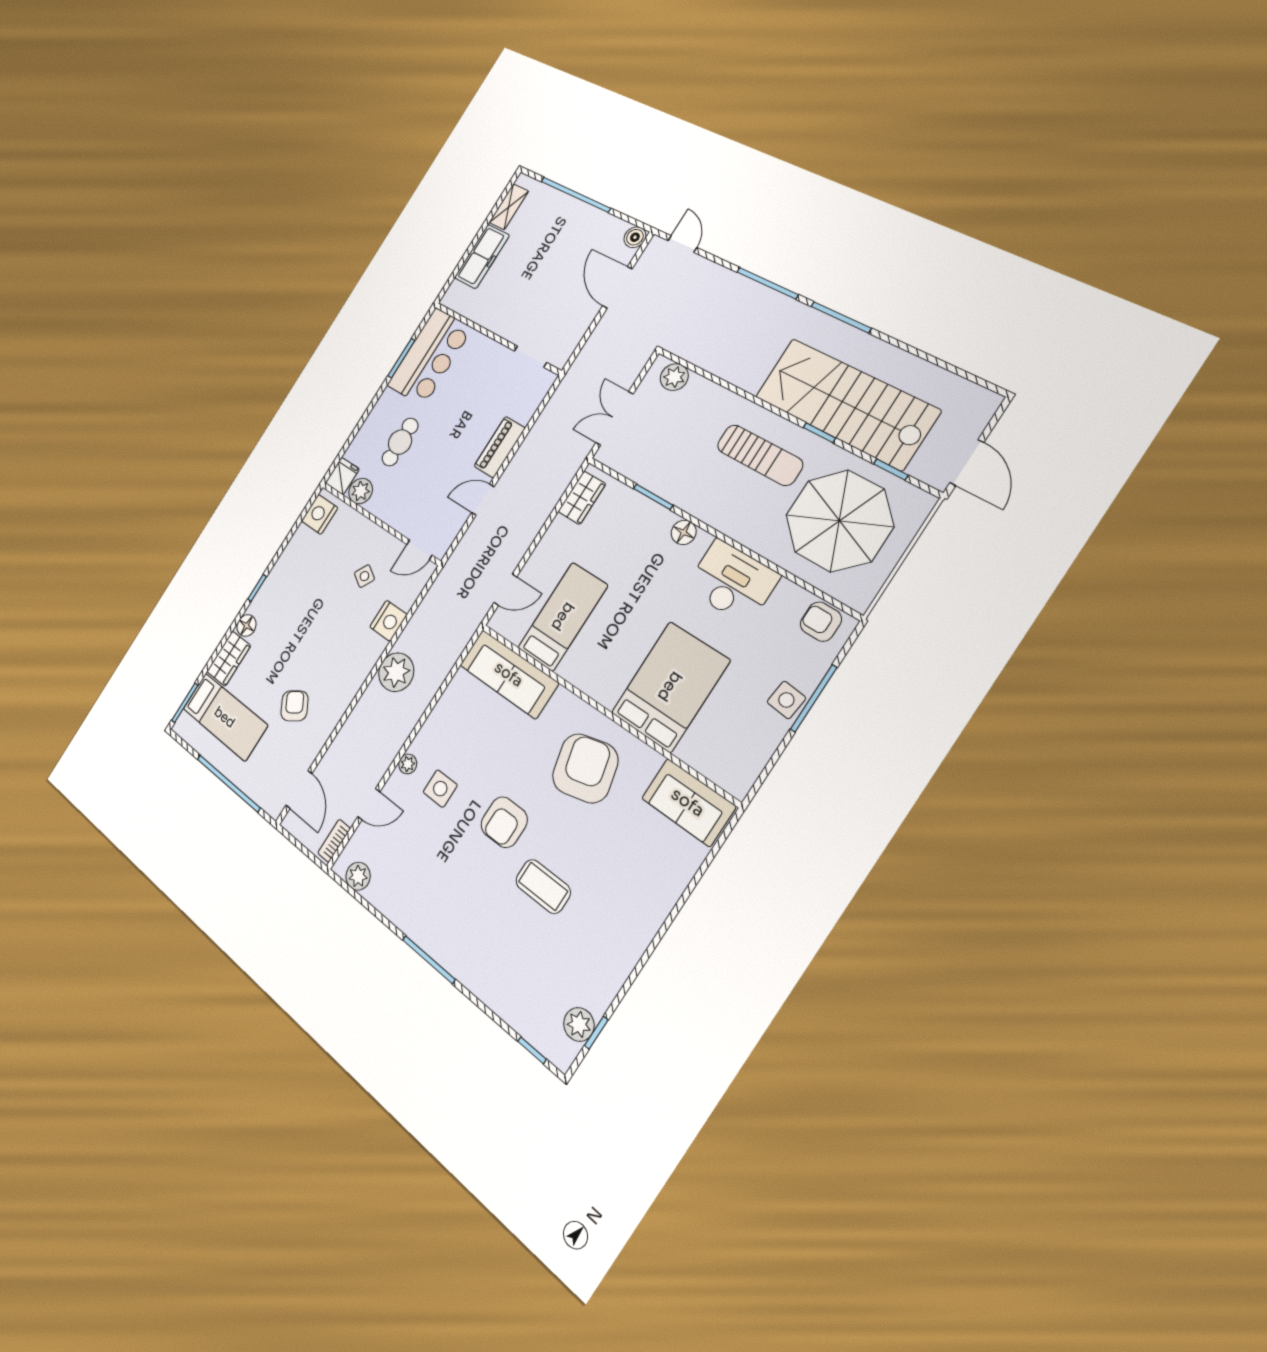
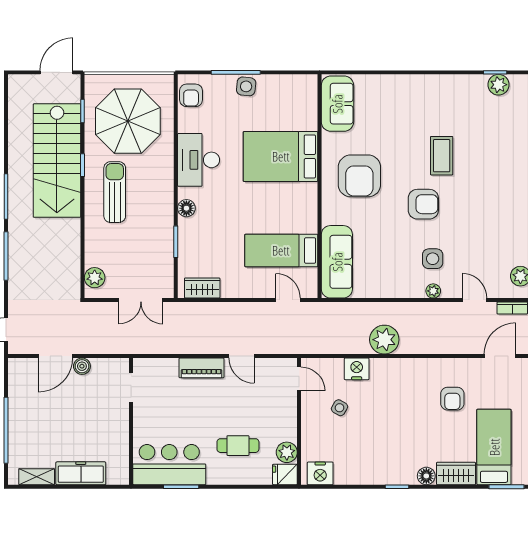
boiler: (635, 237) -> (82, 366), moved
armchair: (294, 706) -> (452, 399), turned -58
armchair: (585, 768) -> (359, 176), turned -76

